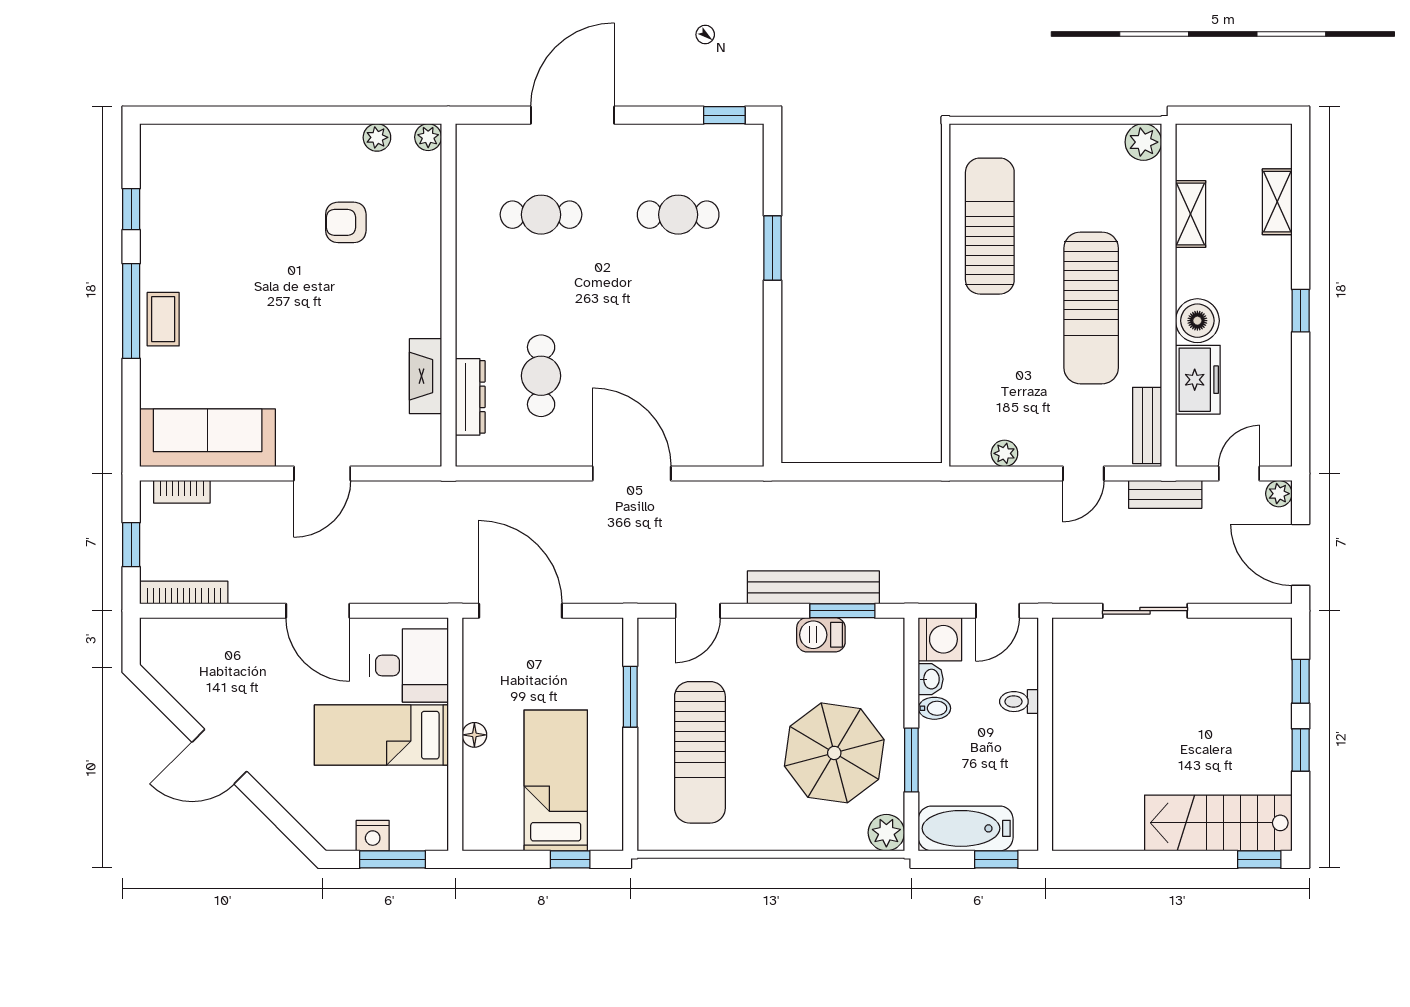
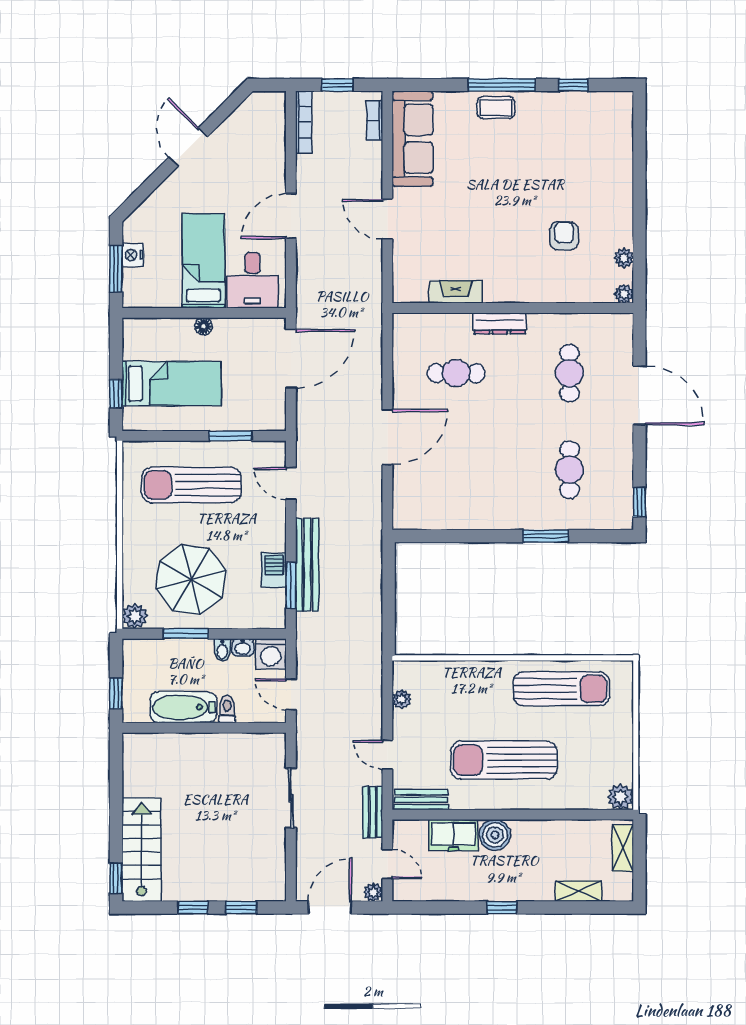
shelving: (1191, 214) -> (623, 848), moved, turned 90
dresser: (470, 397) -> (500, 323), moved
bathtub: (966, 828) -> (183, 707), moved, turned -90

